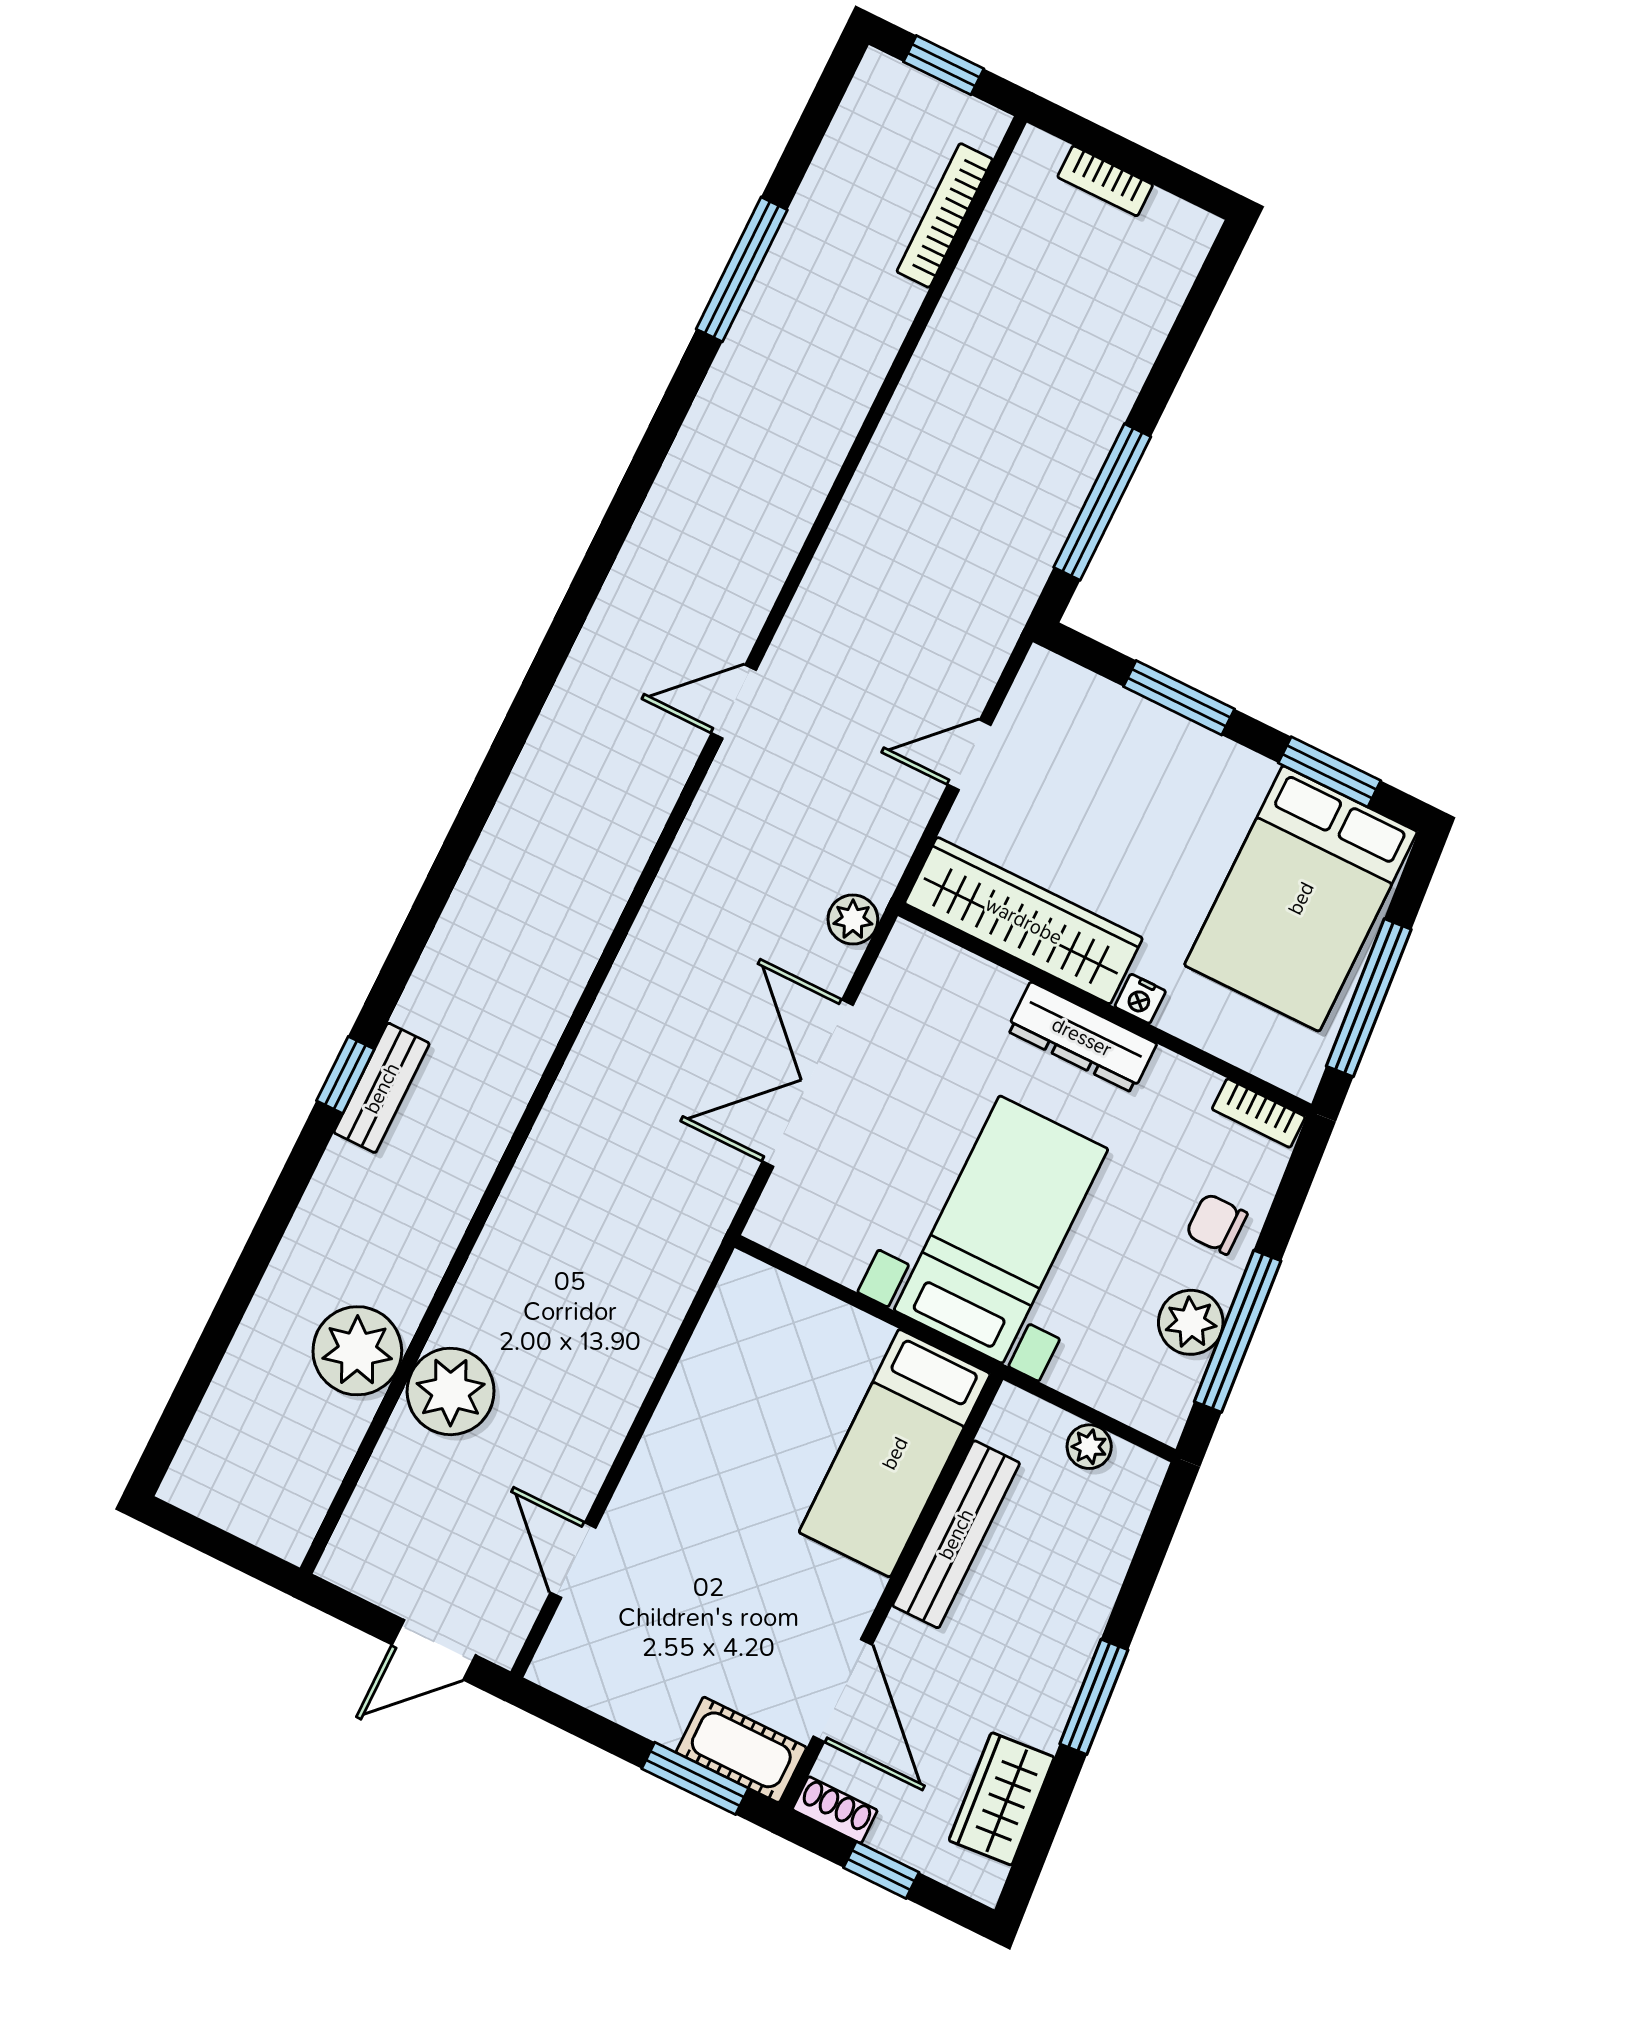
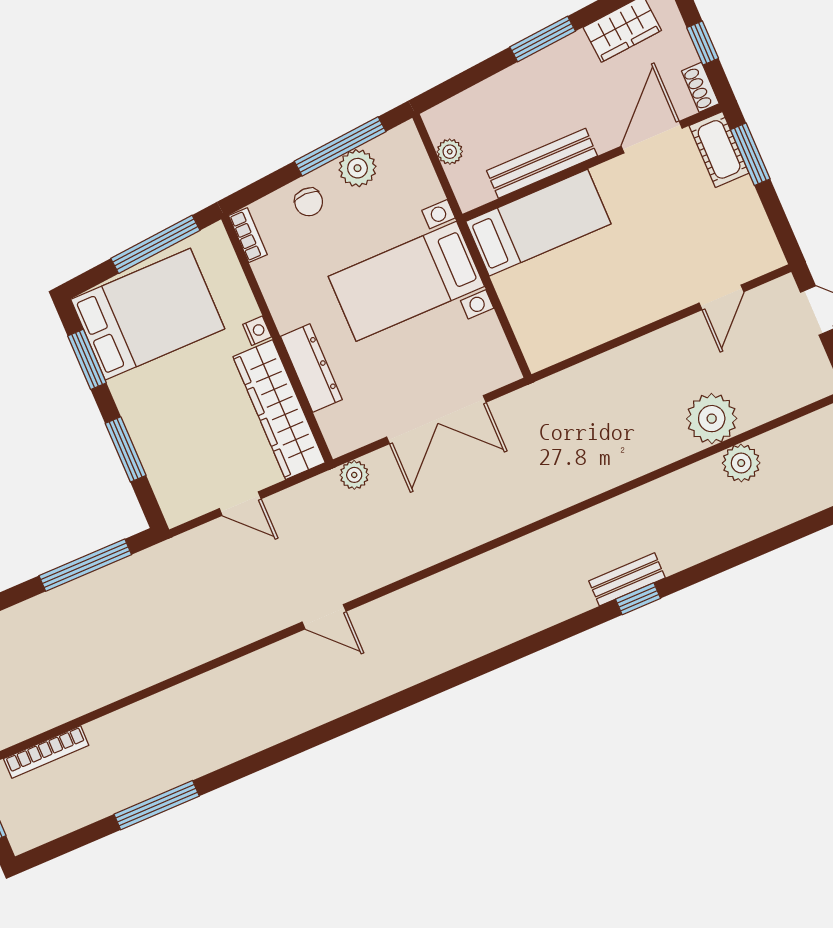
dresser: (1082, 1037) -> (311, 368), moved
plant: (357, 1351) -> (741, 463), width x0.73, depth x0.73

